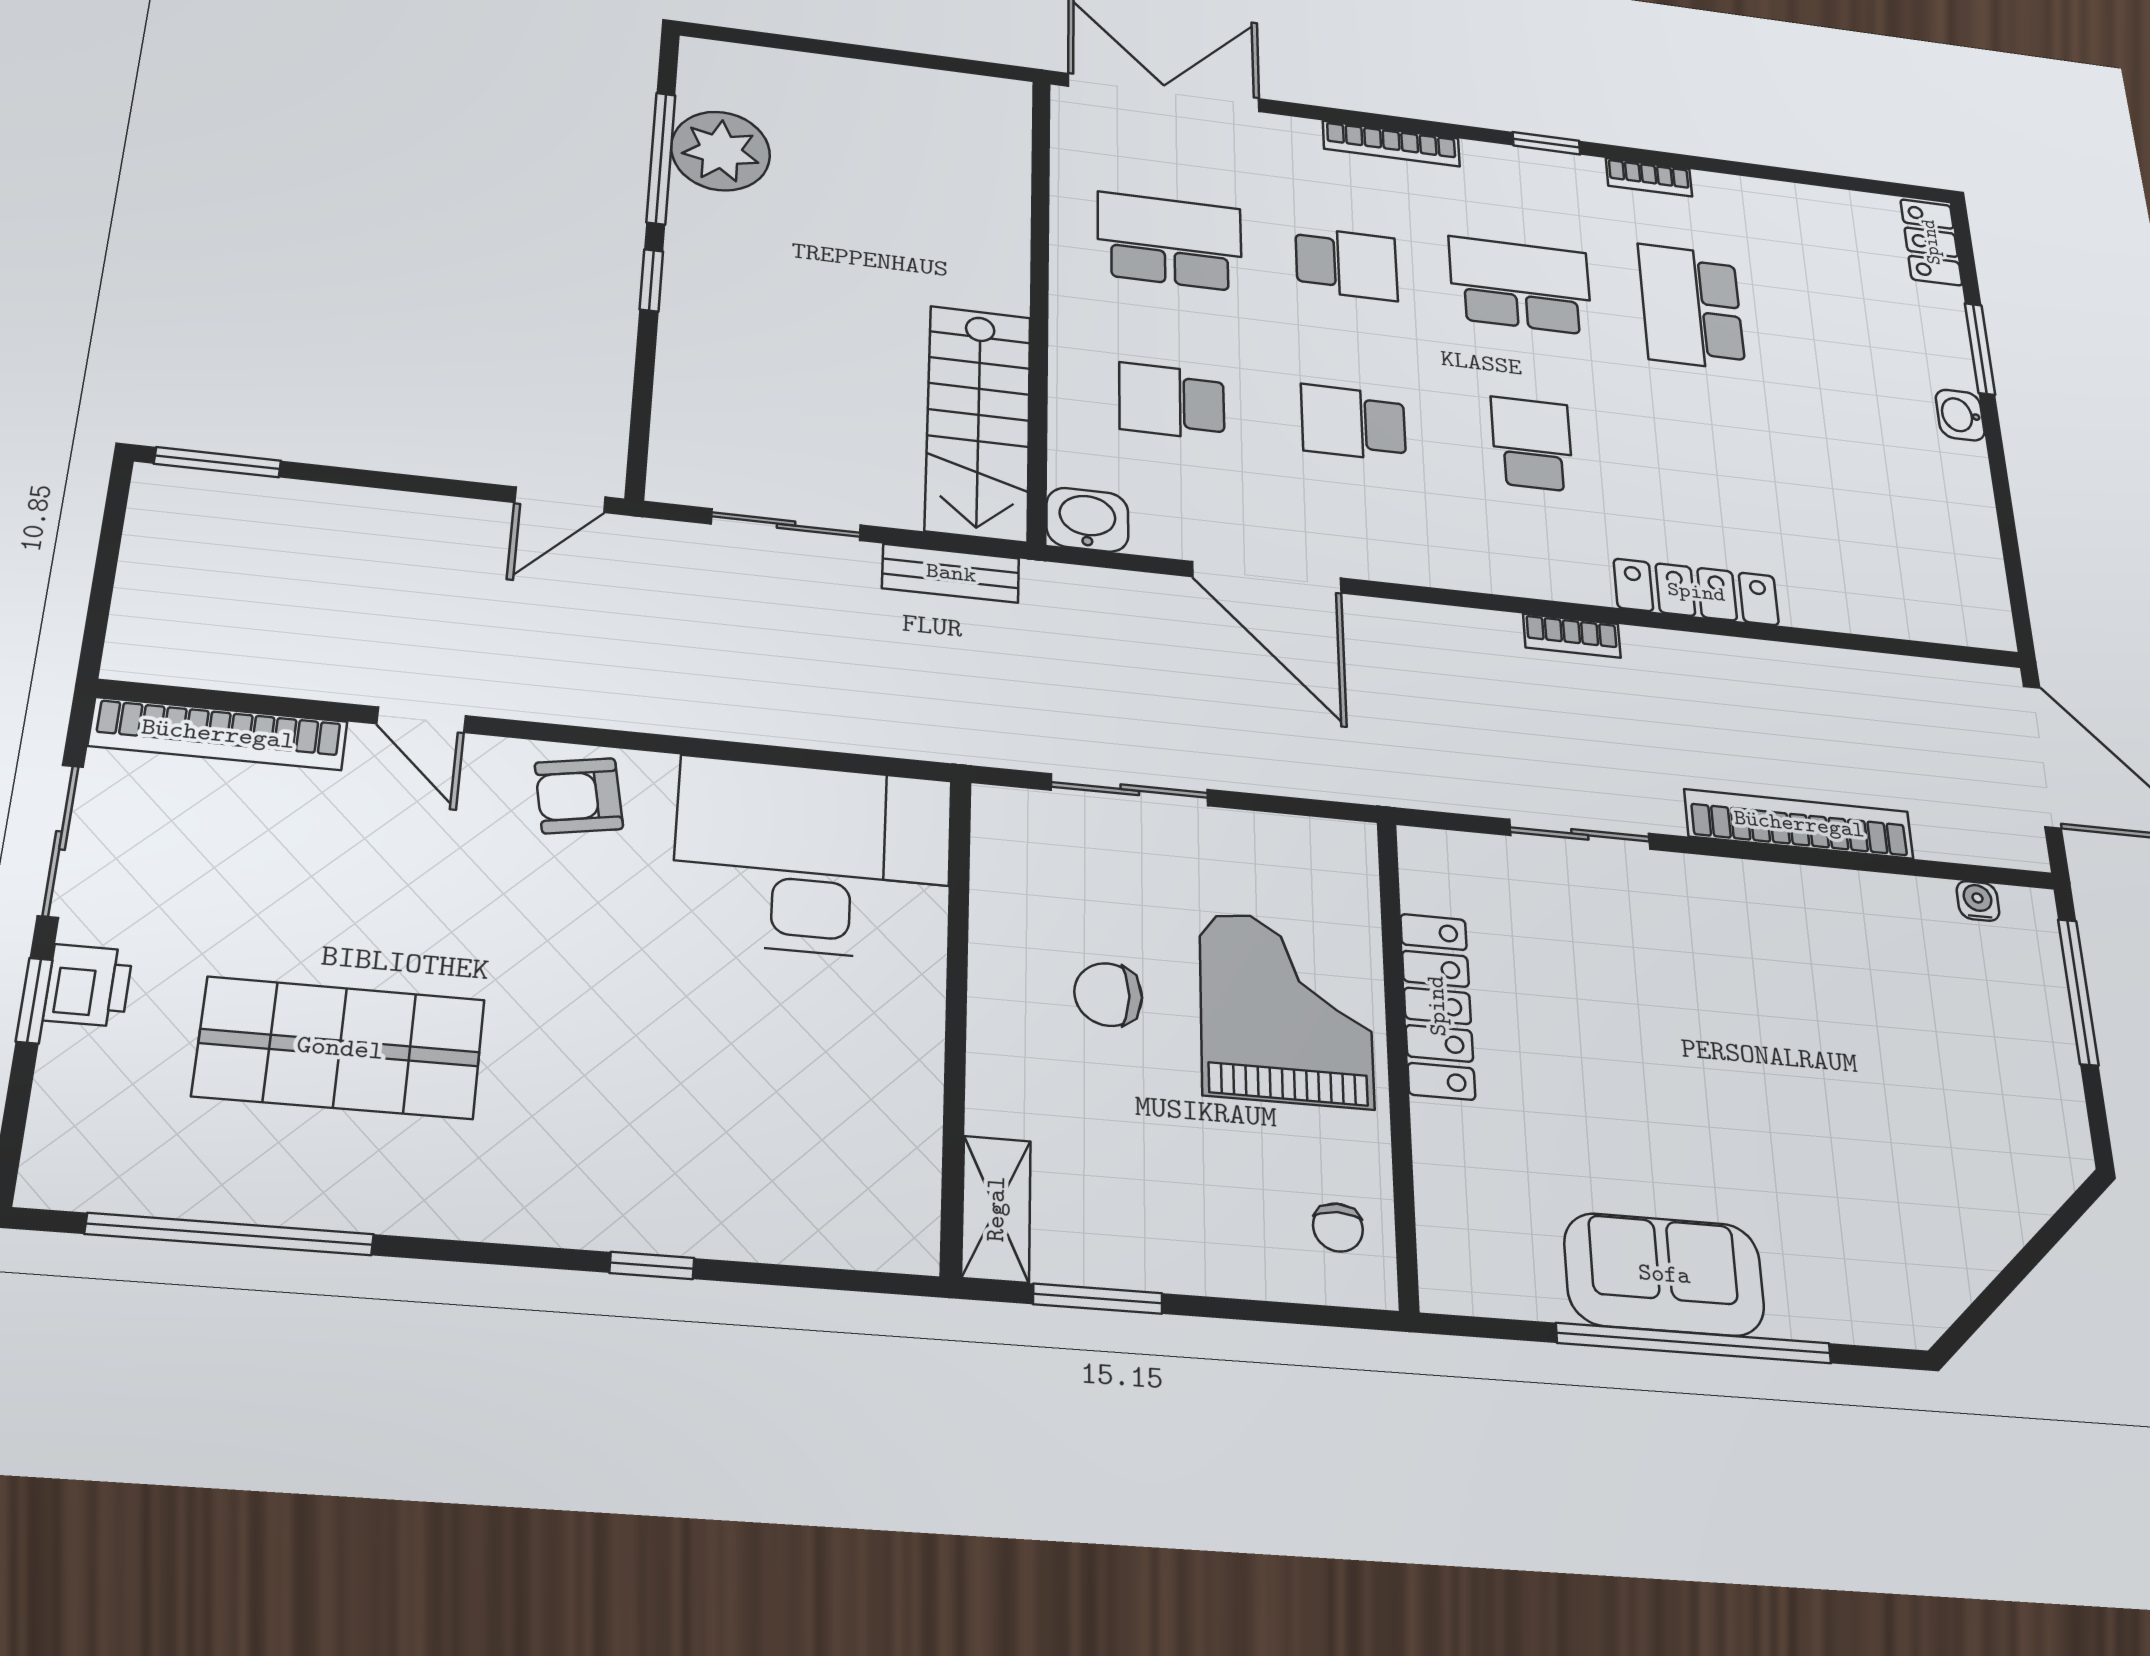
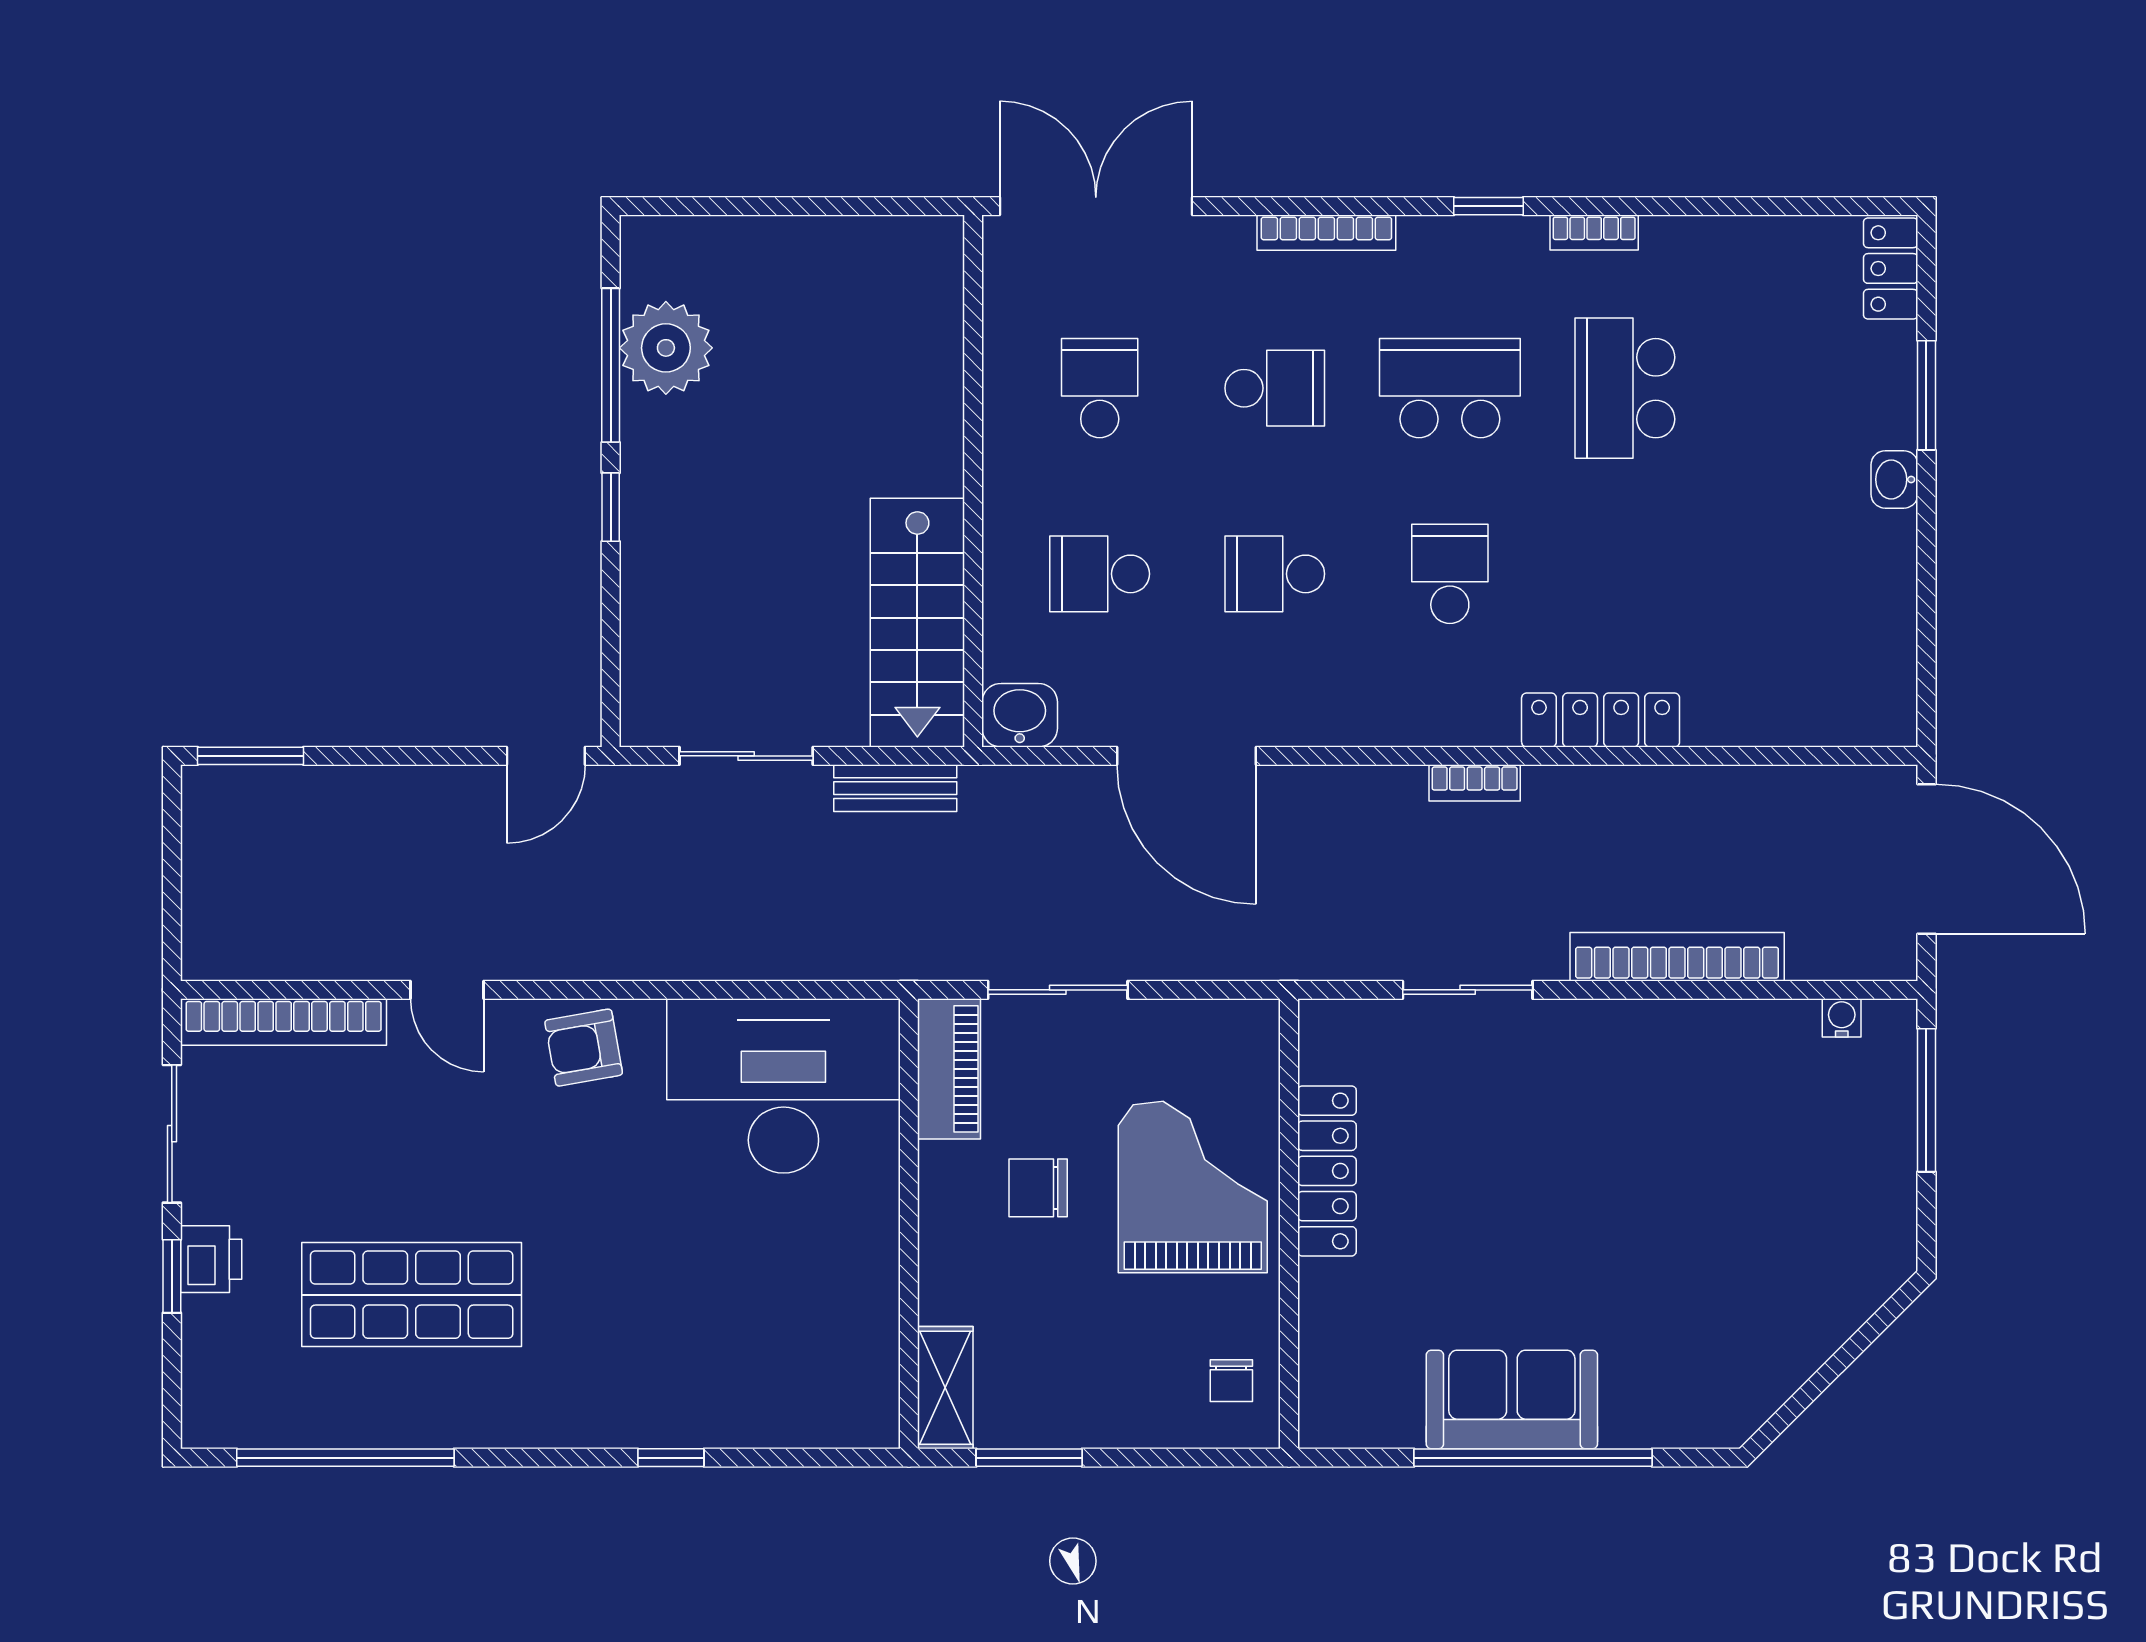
school desk: (1170, 241) -> (1100, 388), width x0.54
piano: (1006, 859) -> (949, 1069), added

